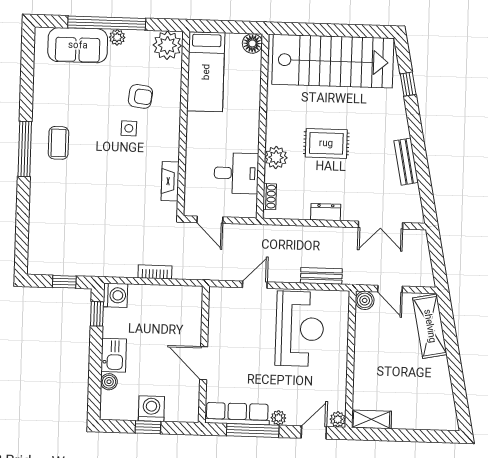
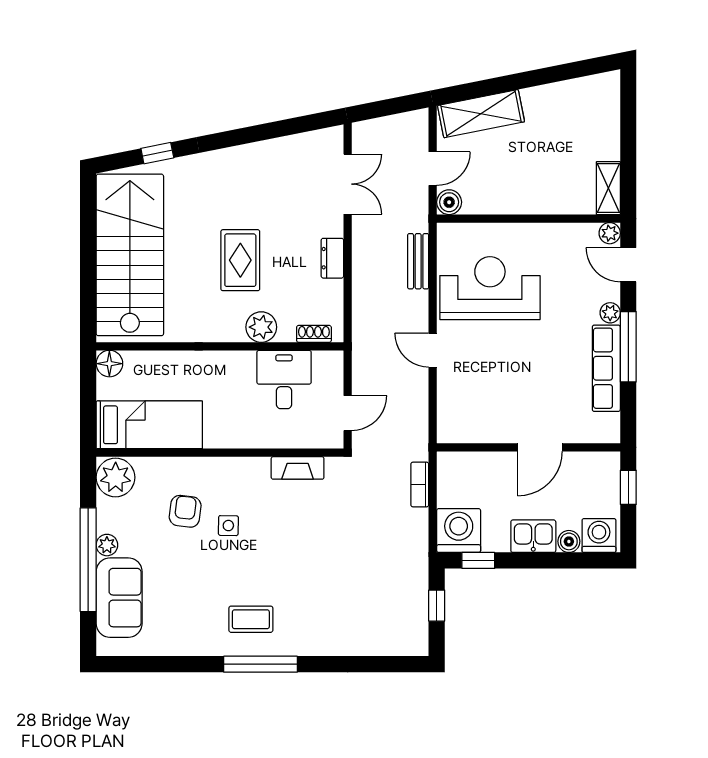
bench: (406, 162) -> (261, 152), removed
washing machine: (115, 295) -> (459, 531), width x1.37, depth x1.37
wall: (204, 355) -> (528, 447), moved
door: (204, 363) -> (540, 447), moved
washing machine: (151, 409) -> (599, 536), moved, turned 90

